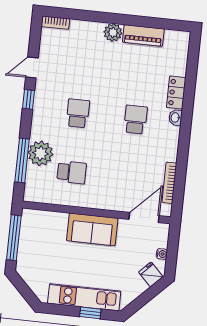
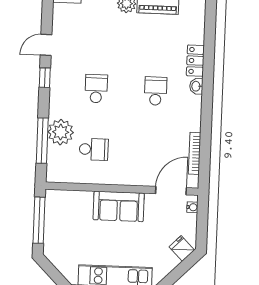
water cooler: (162, 254) -> (192, 207), moved

